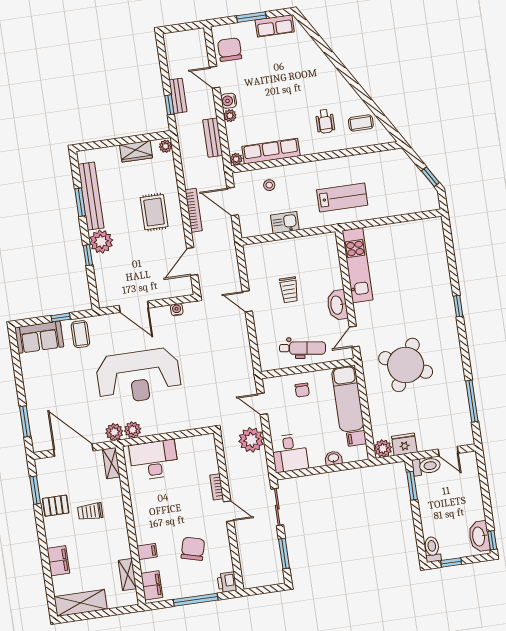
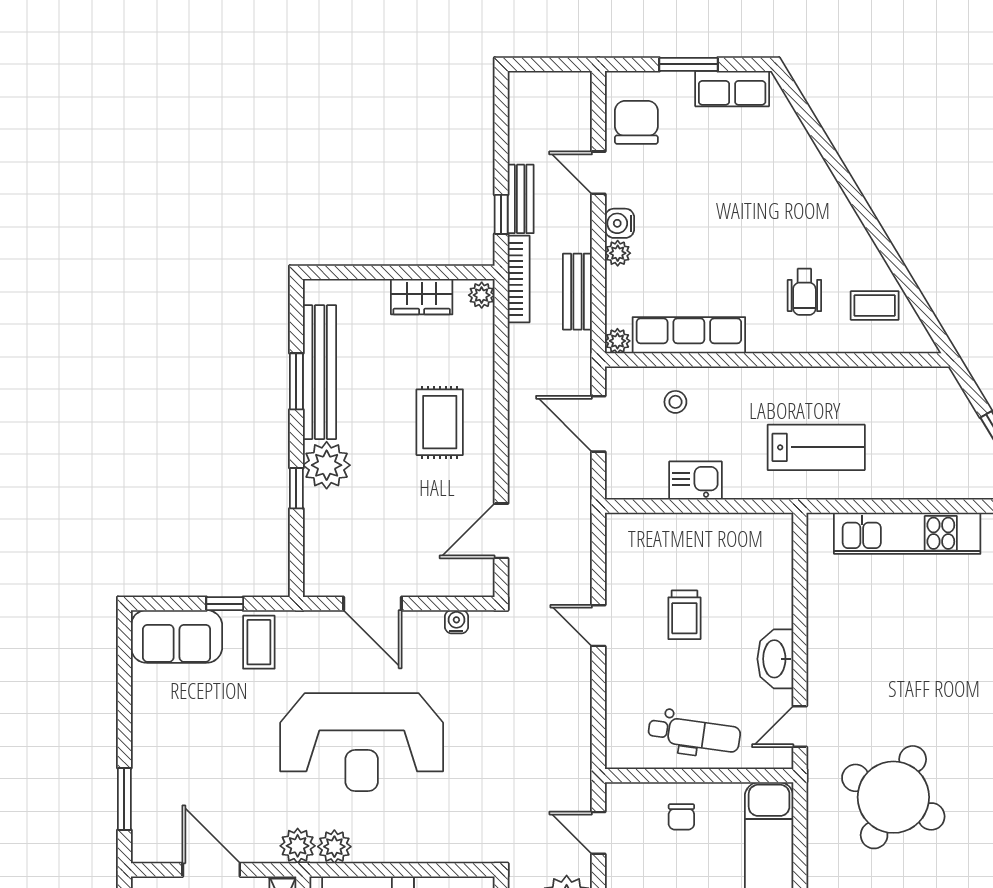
bookcase: (194, 210) -> (519, 279), moved
kitchen unit: (357, 265) -> (907, 533), moved, turned 90
door: (73, 450) -> (211, 870), width x0.73

